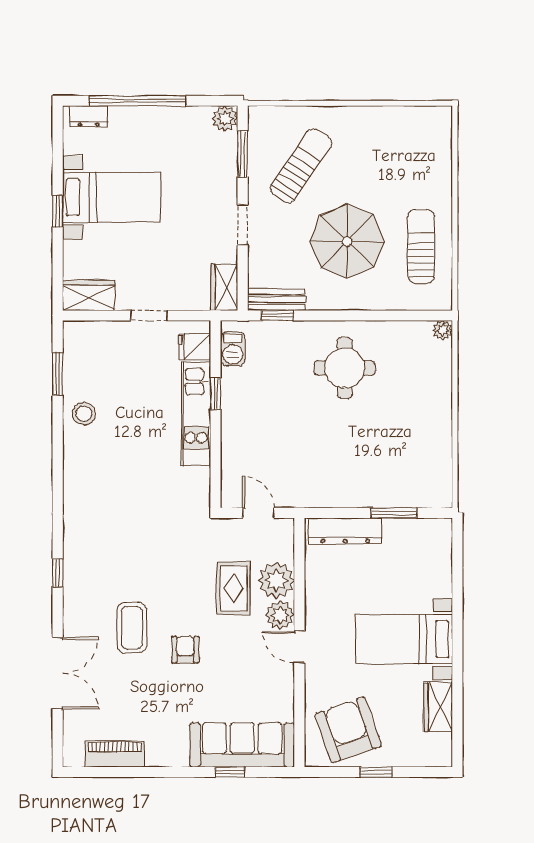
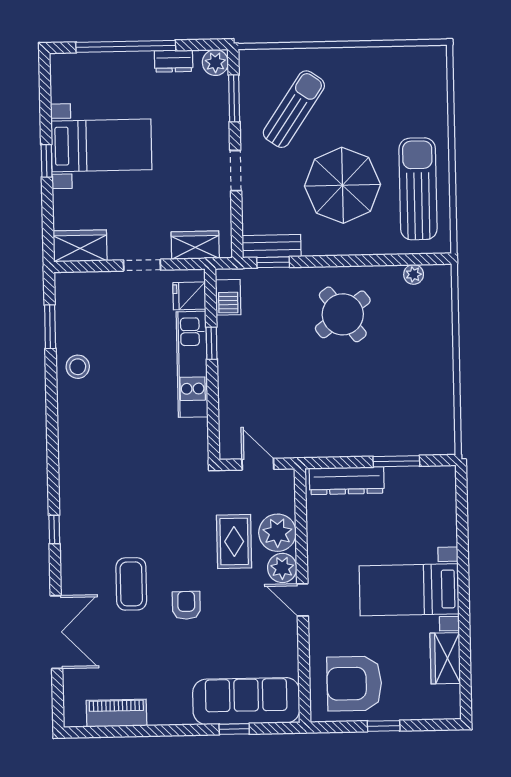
dresser: (89, 116) -> (174, 61), moved
sun lounger: (421, 246) -> (418, 189), width x1.36, depth x1.34
wardrobe: (224, 287) -> (195, 245), moved, turned 90
plant: (443, 330) -> (414, 274), moved
round table: (345, 368) -> (343, 314), turned -37
armchair: (348, 730) -> (354, 684), turned -71

